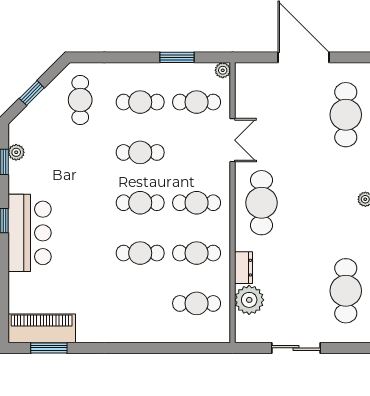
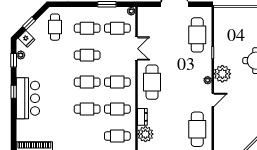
fridge: (27, 122) -> (27, 39), added

